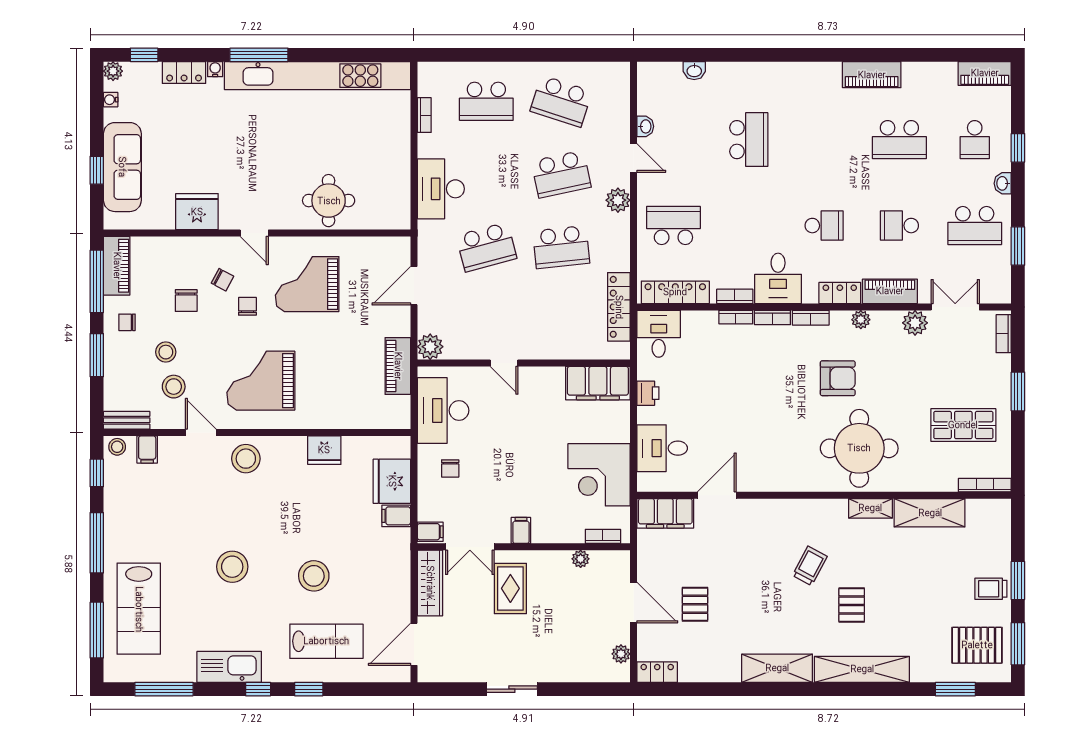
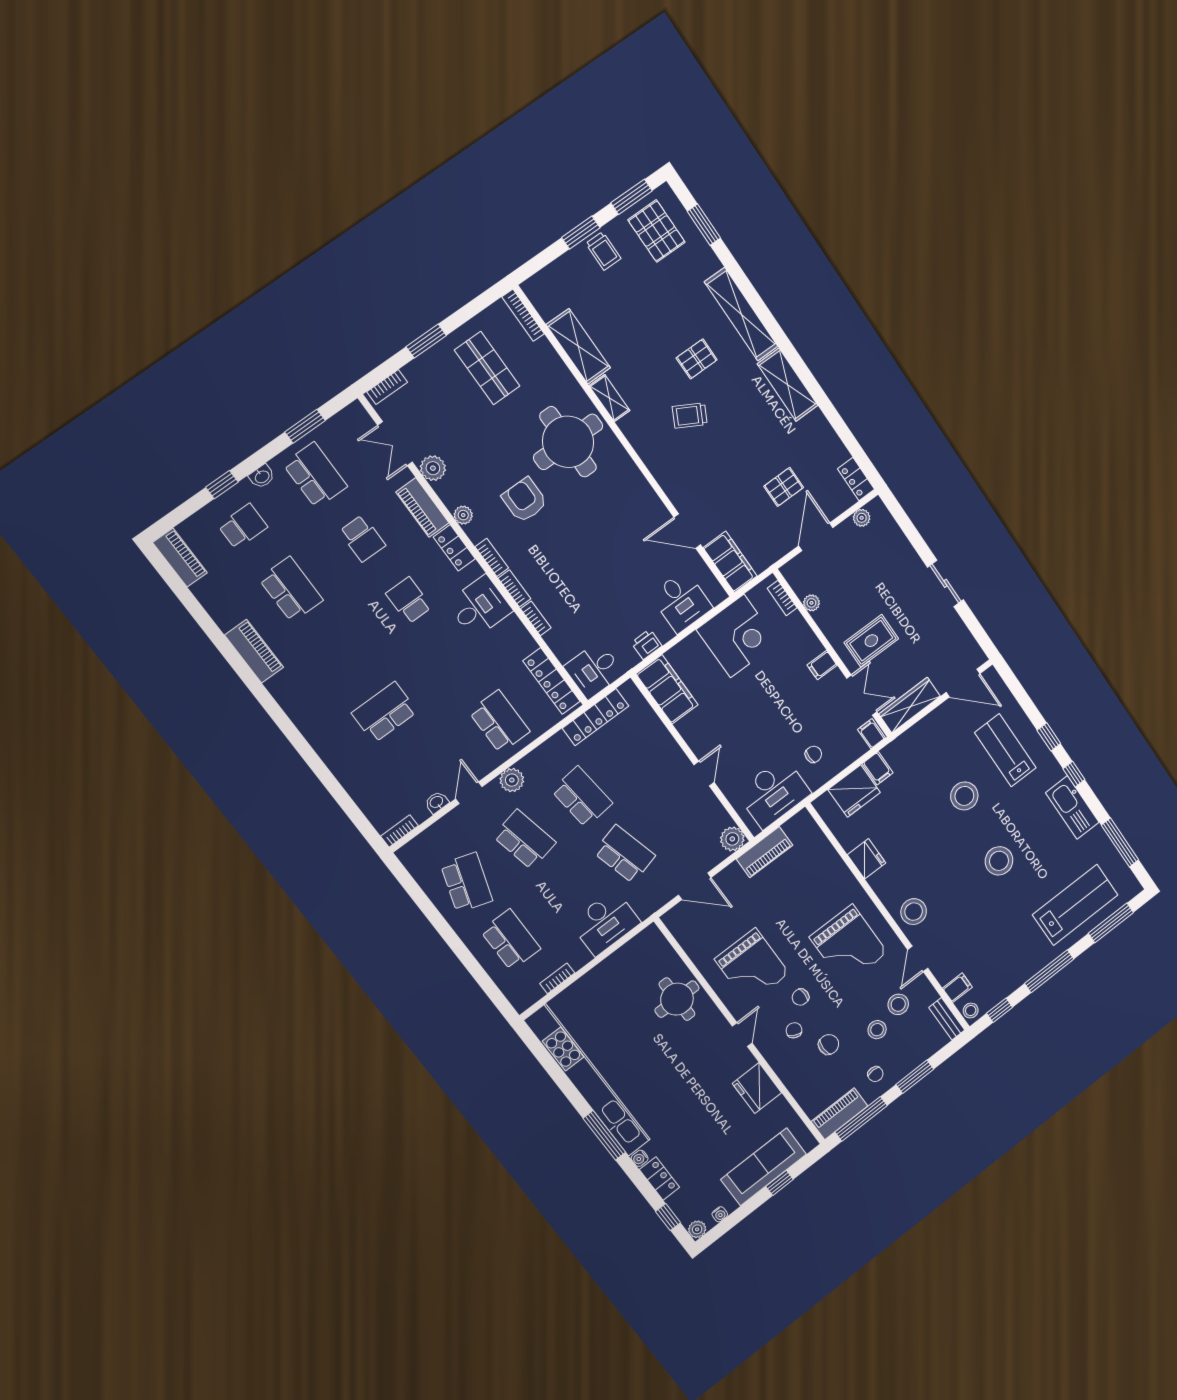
washbasin: (694, 71) -> (362, 797), removed
school desk: (673, 226) -> (499, 722), turned 180
bookcase: (735, 296) -> (399, 831), moved, turned 90

